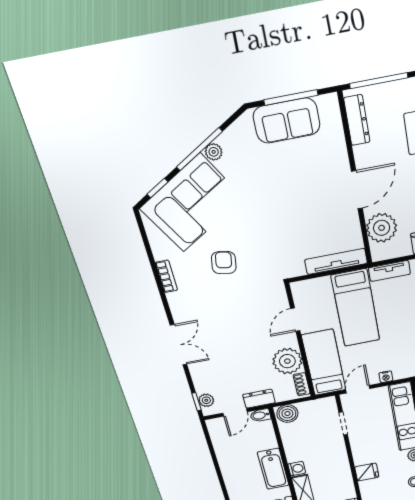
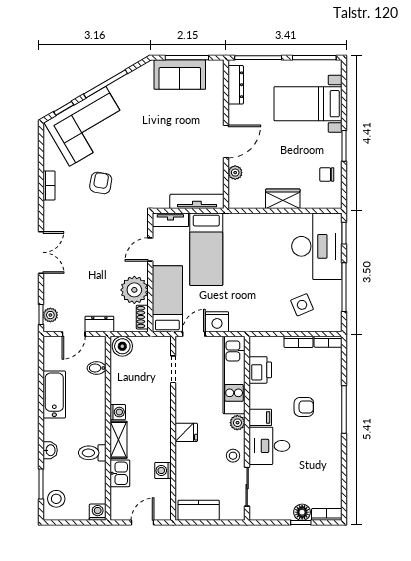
plant: (214, 152) -> (116, 88), removed
plant: (382, 228) -> (235, 173), width x0.53, depth x0.53
tv unit: (389, 271) -> (170, 220), moved
nightstand: (386, 377) -> (217, 322), width x1.89, depth x1.79
bidet: (260, 415) -> (97, 368), moved
bathtub: (273, 469) -> (54, 394), moved, turned 180

